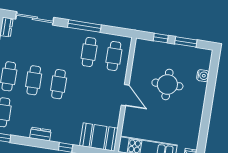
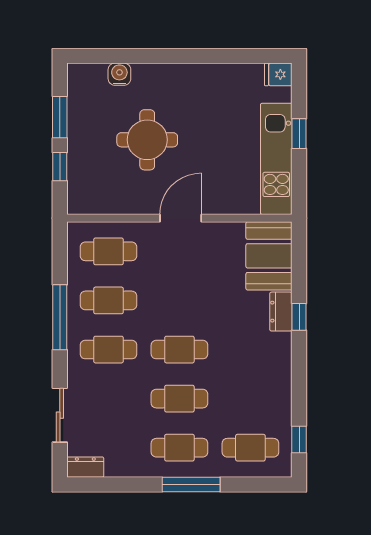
sliding door: (35, 18) -> (60, 415), width x0.73
cafe table: (64, 48) -> (108, 350), added
dresser: (40, 134) -> (281, 312), moved

